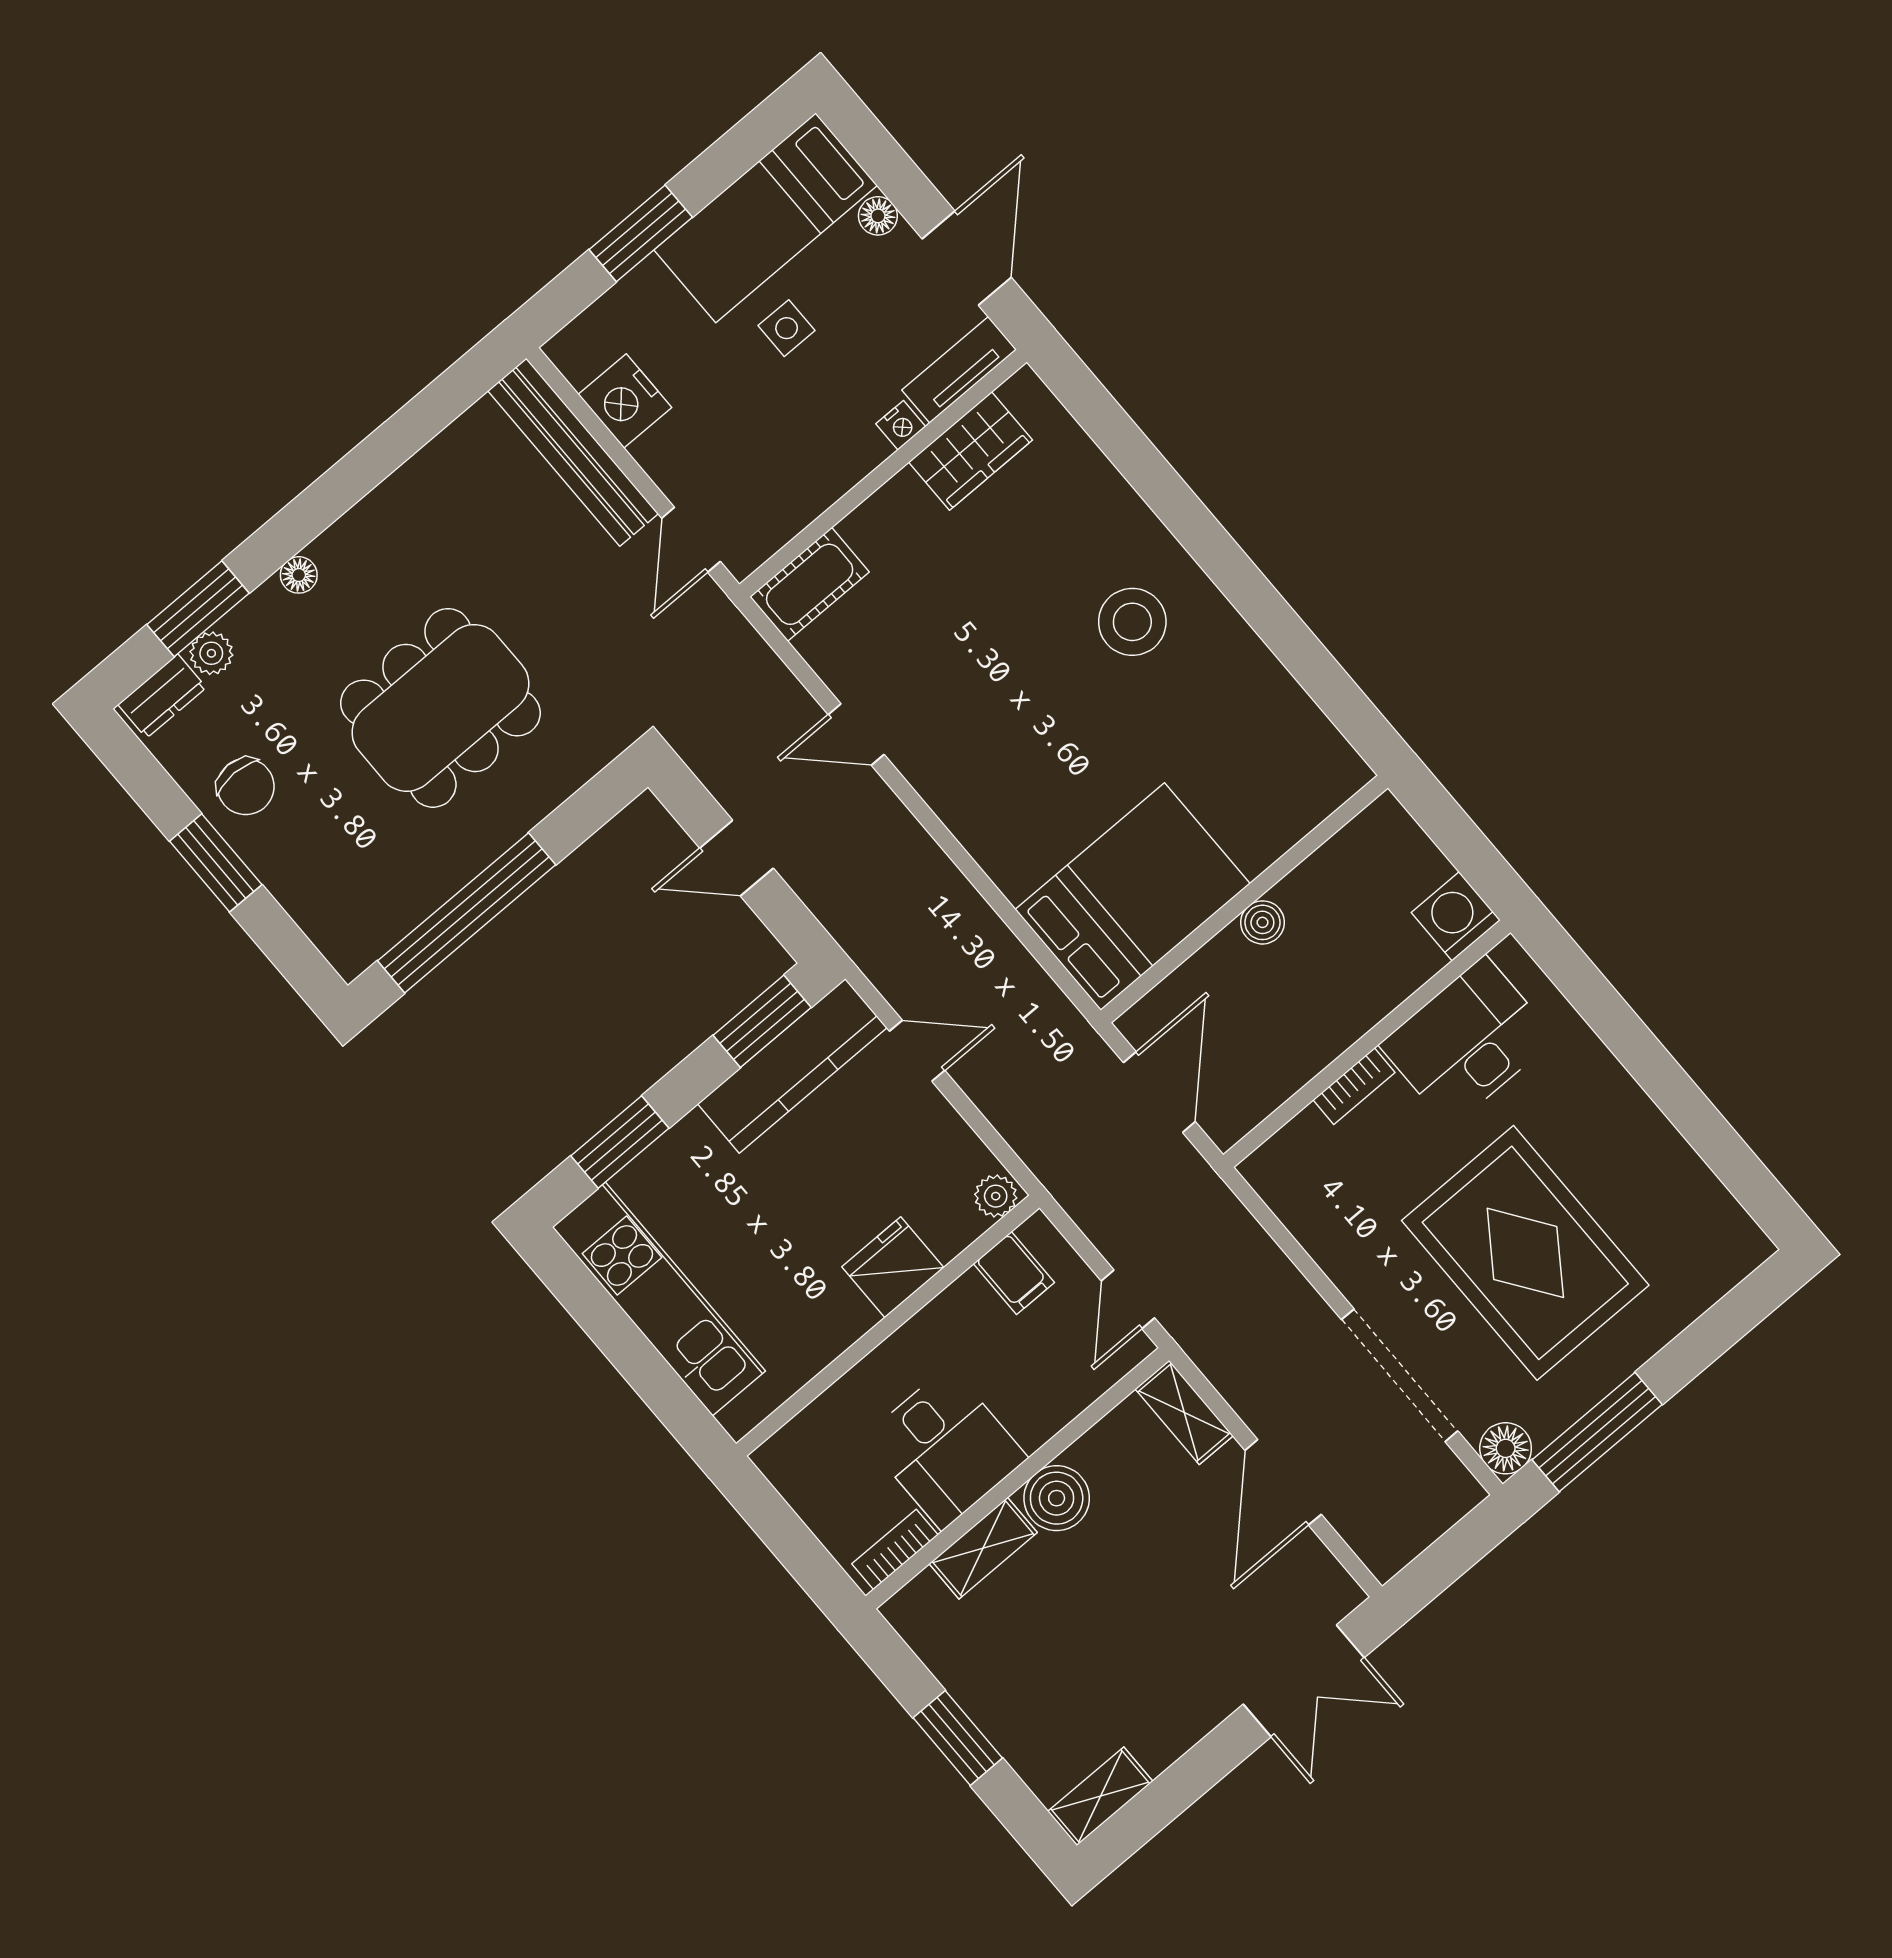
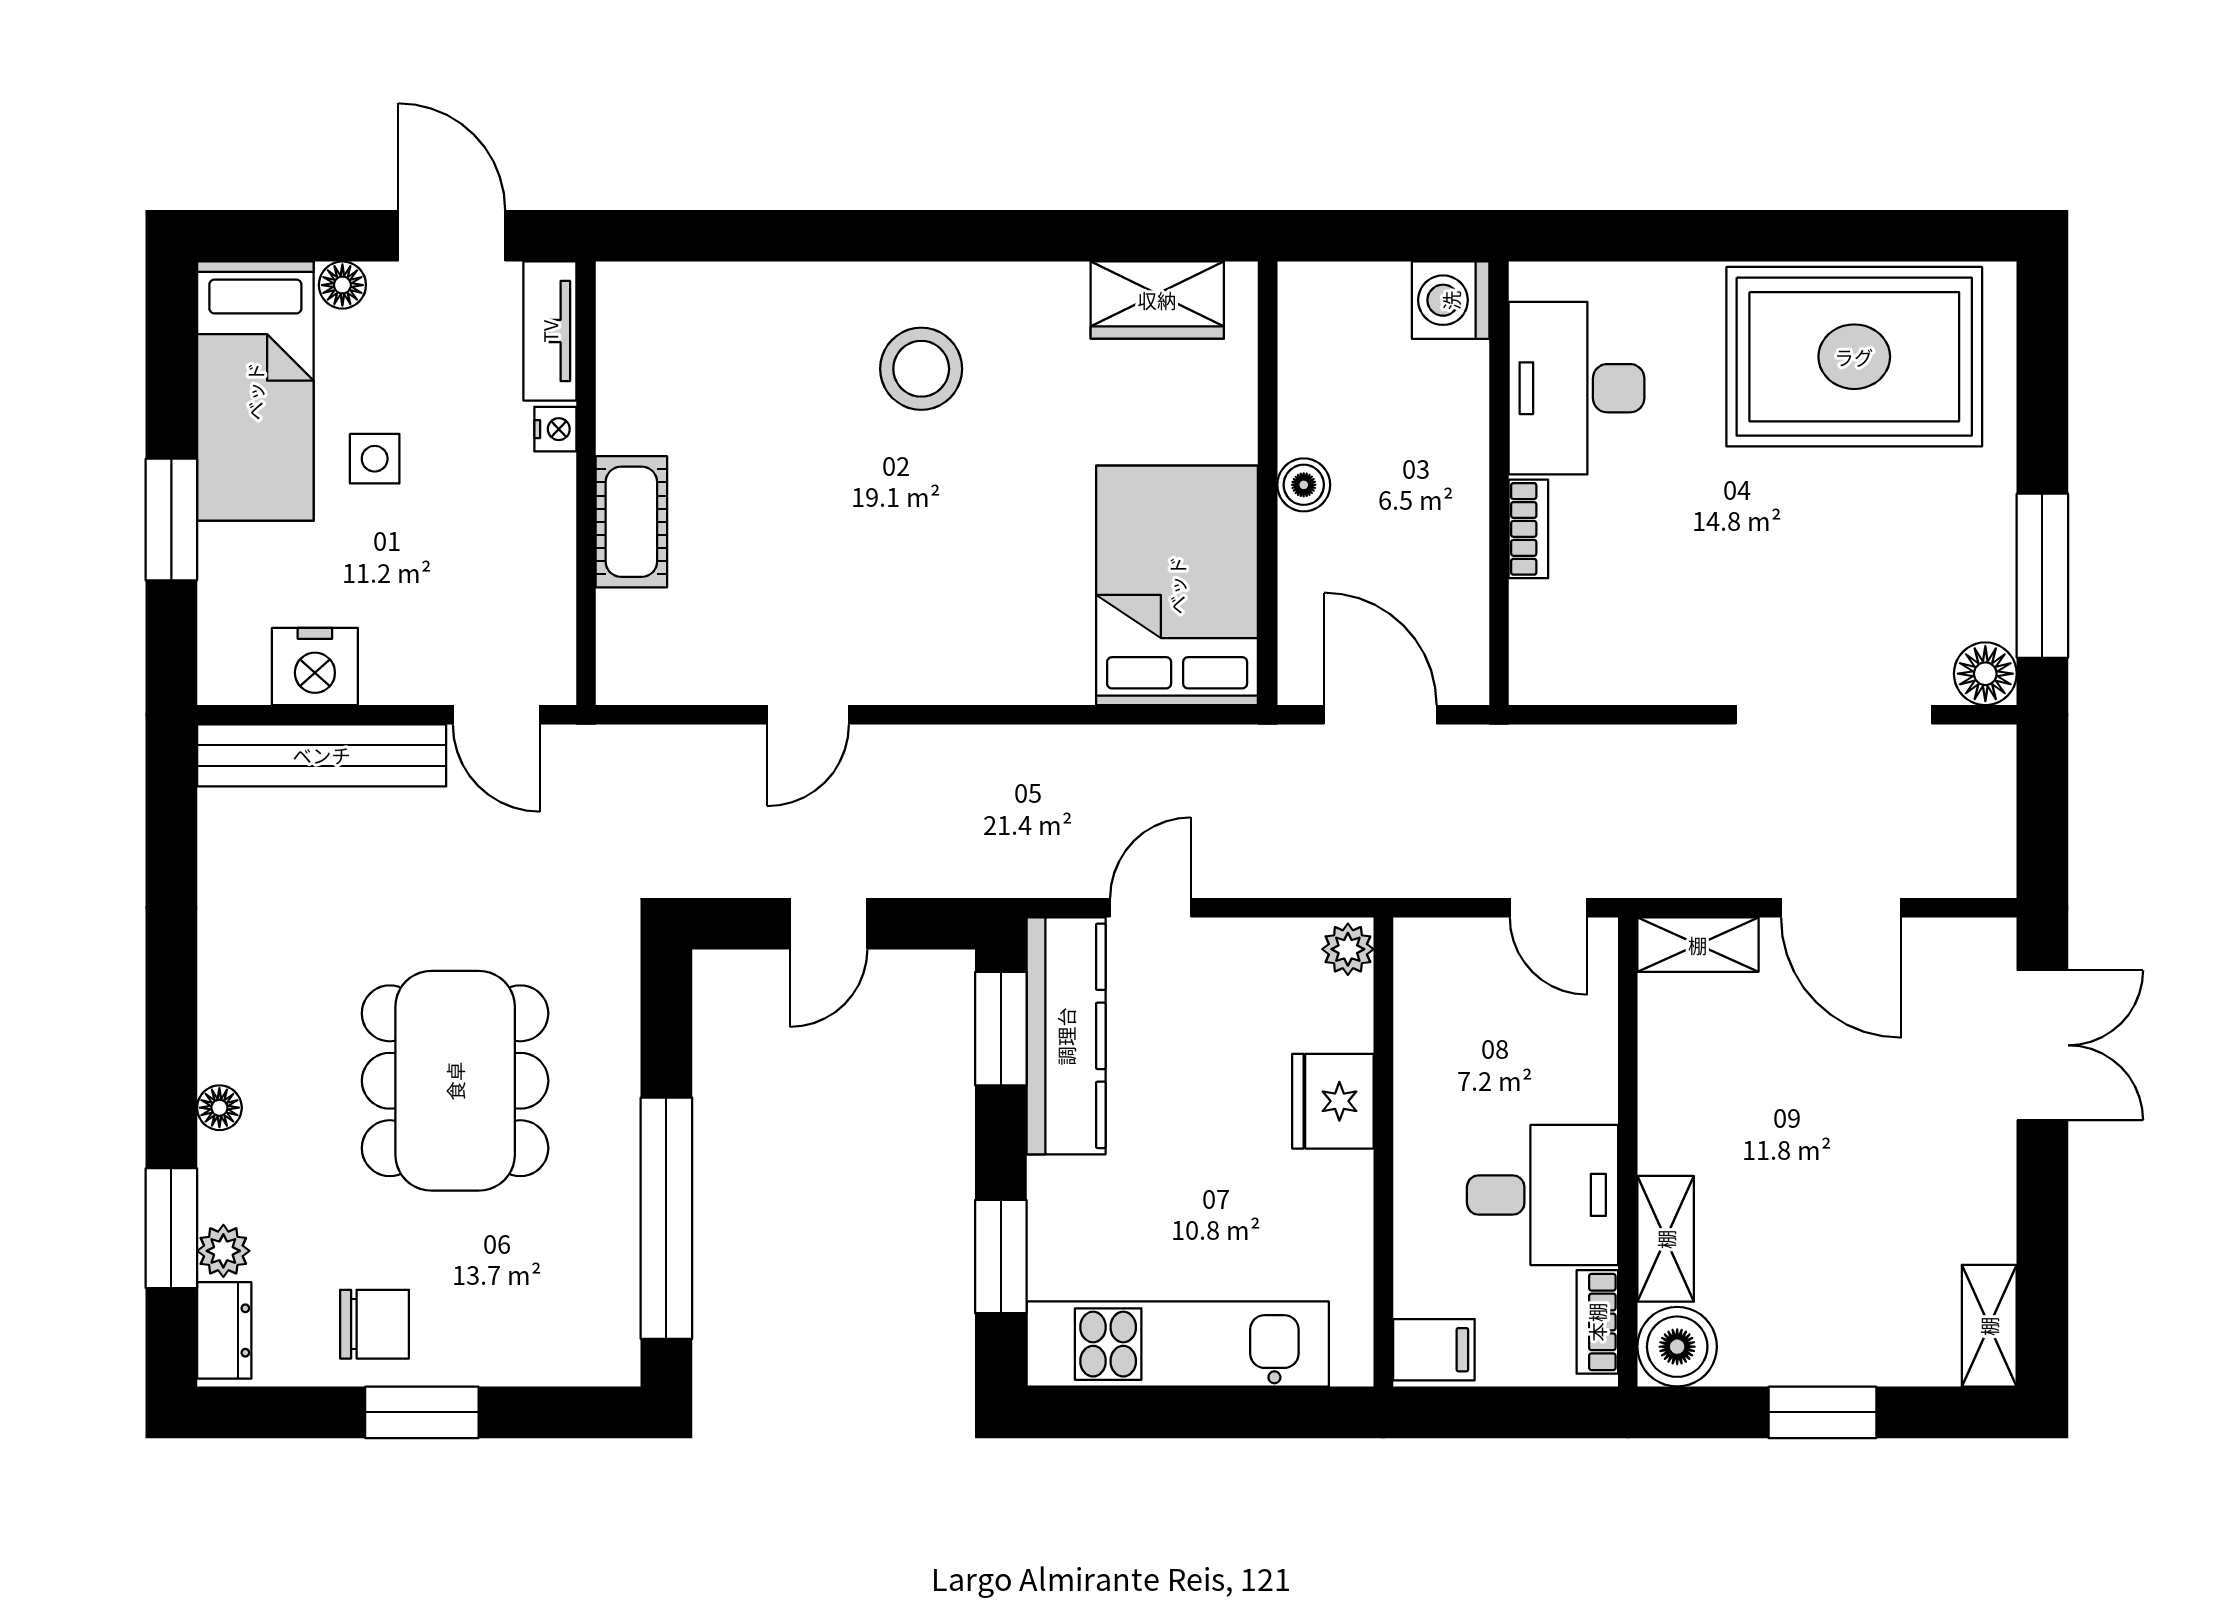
wardrobe: (971, 451) -> (1157, 300), moved, turned 90
cot: (810, 584) -> (631, 522), moved
rug: (1525, 1253) -> (1854, 357), moved
filing cabinet: (1014, 1273) -> (1434, 1350), moved
boiler: (1057, 1498) -> (1677, 1347), moved

